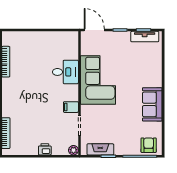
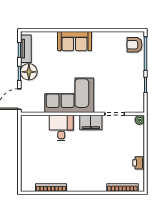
floor lamp: (122, 40) -> (29, 72), added
sofa: (152, 104) -> (75, 41), moved
filing cabinet: (71, 107) -> (91, 123), width x2.00
printer: (45, 149) -> (139, 163), moved
fireplace: (100, 149) -> (139, 93), removed

